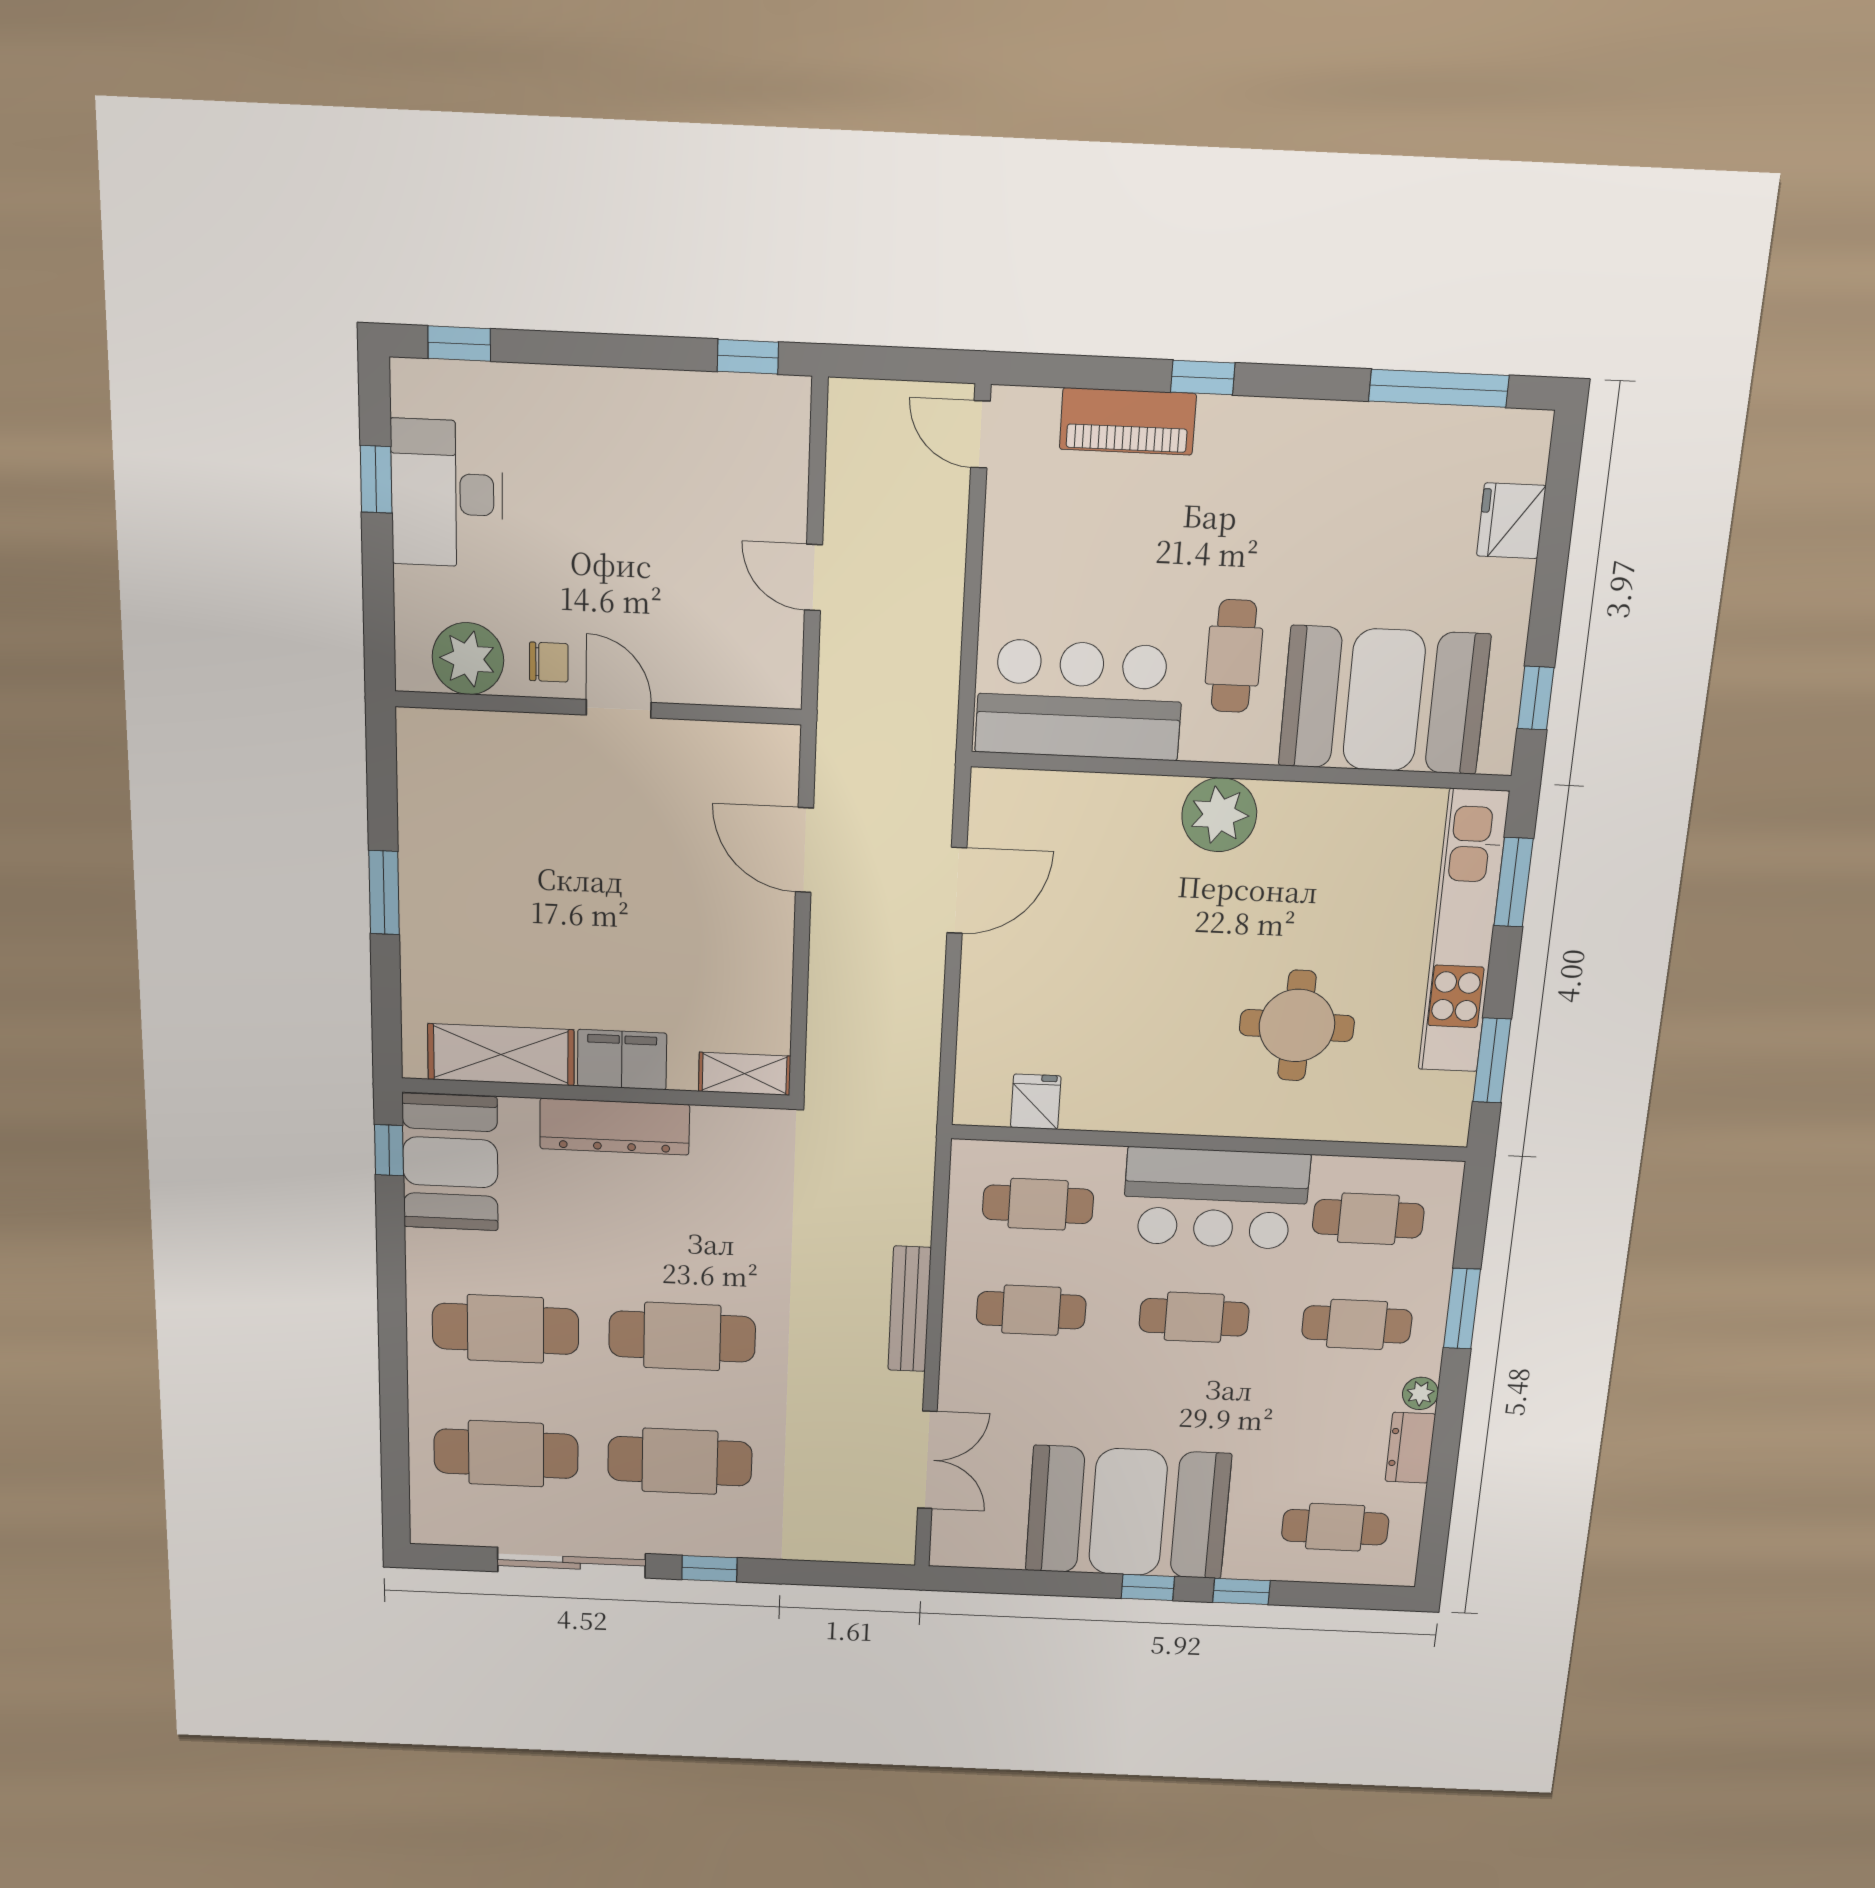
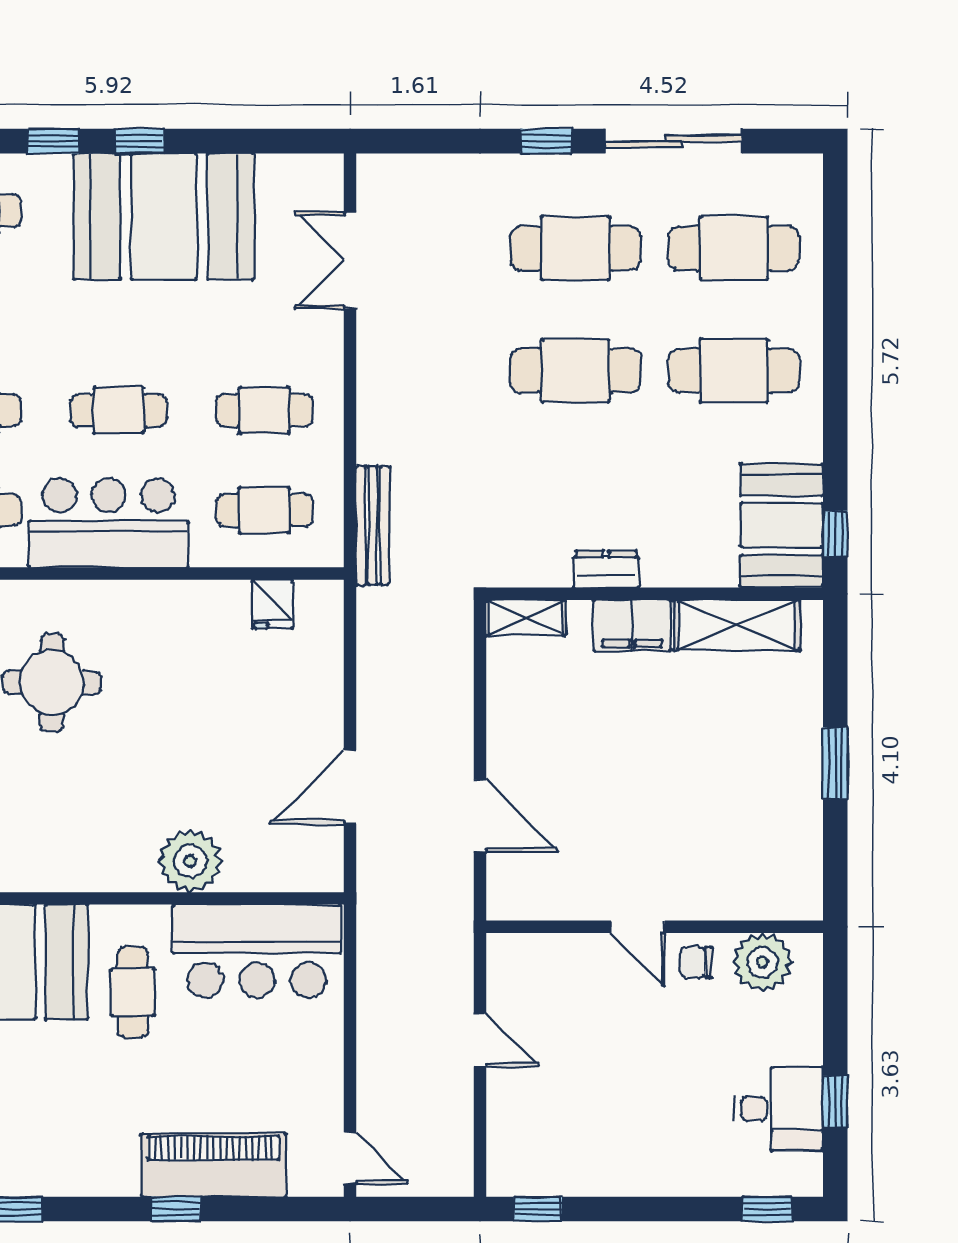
piano: (1128, 421) -> (214, 1165), width x1.37, depth x1.33
desk: (447, 494) -> (778, 1109), width x0.73
plant: (1219, 815) -> (190, 861), moved
dresser: (615, 1127) -> (606, 569), width x0.51, depth x0.80
bench: (910, 1309) -> (373, 525), moved

